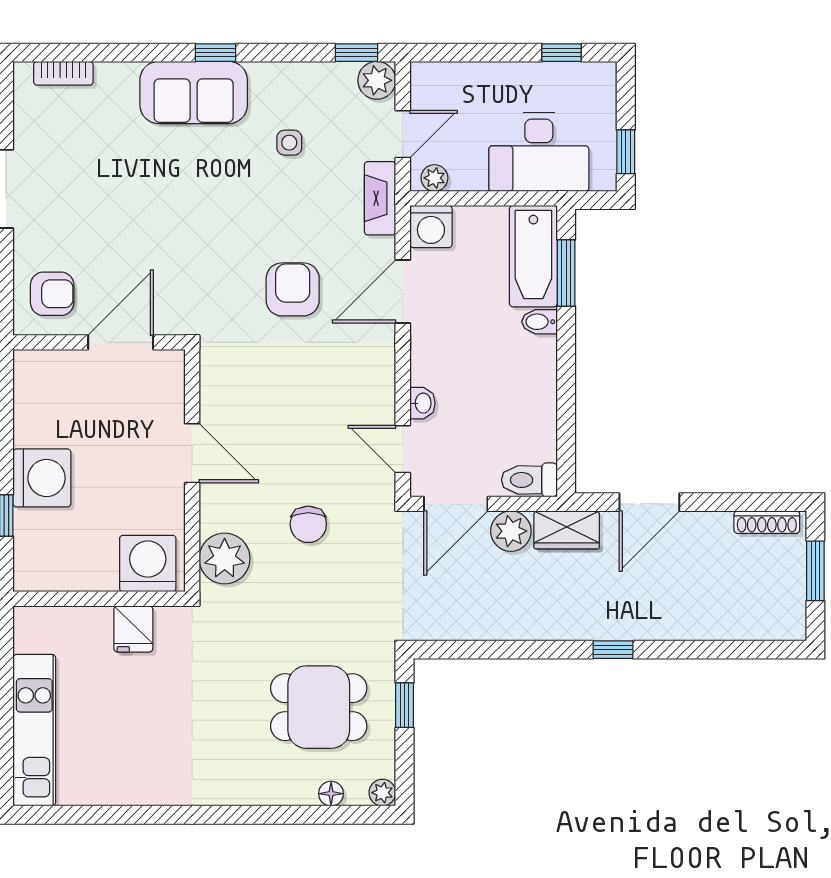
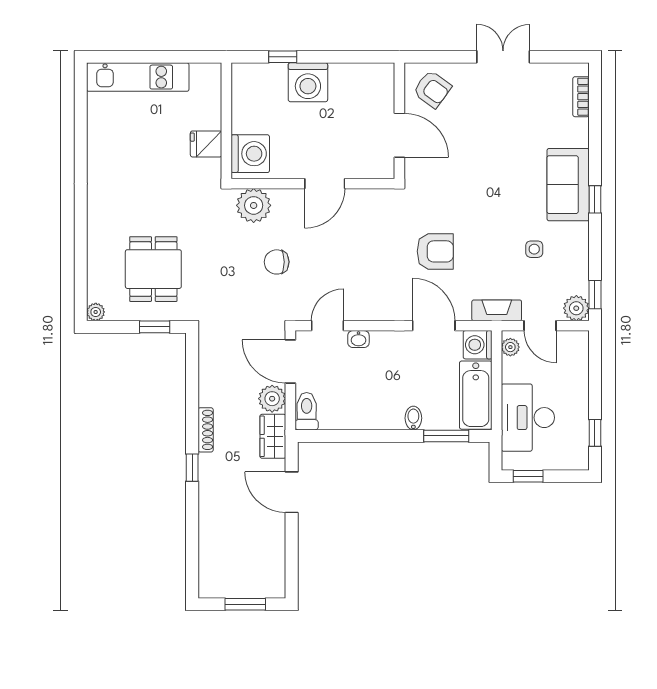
bathtub: (533, 256) -> (476, 395), moved, turned -90
armchair: (52, 294) -> (432, 89), turned -54
shoe rack: (767, 522) -> (206, 430), moved, turned 180
floor lamp: (331, 794) -> (95, 277), removed

